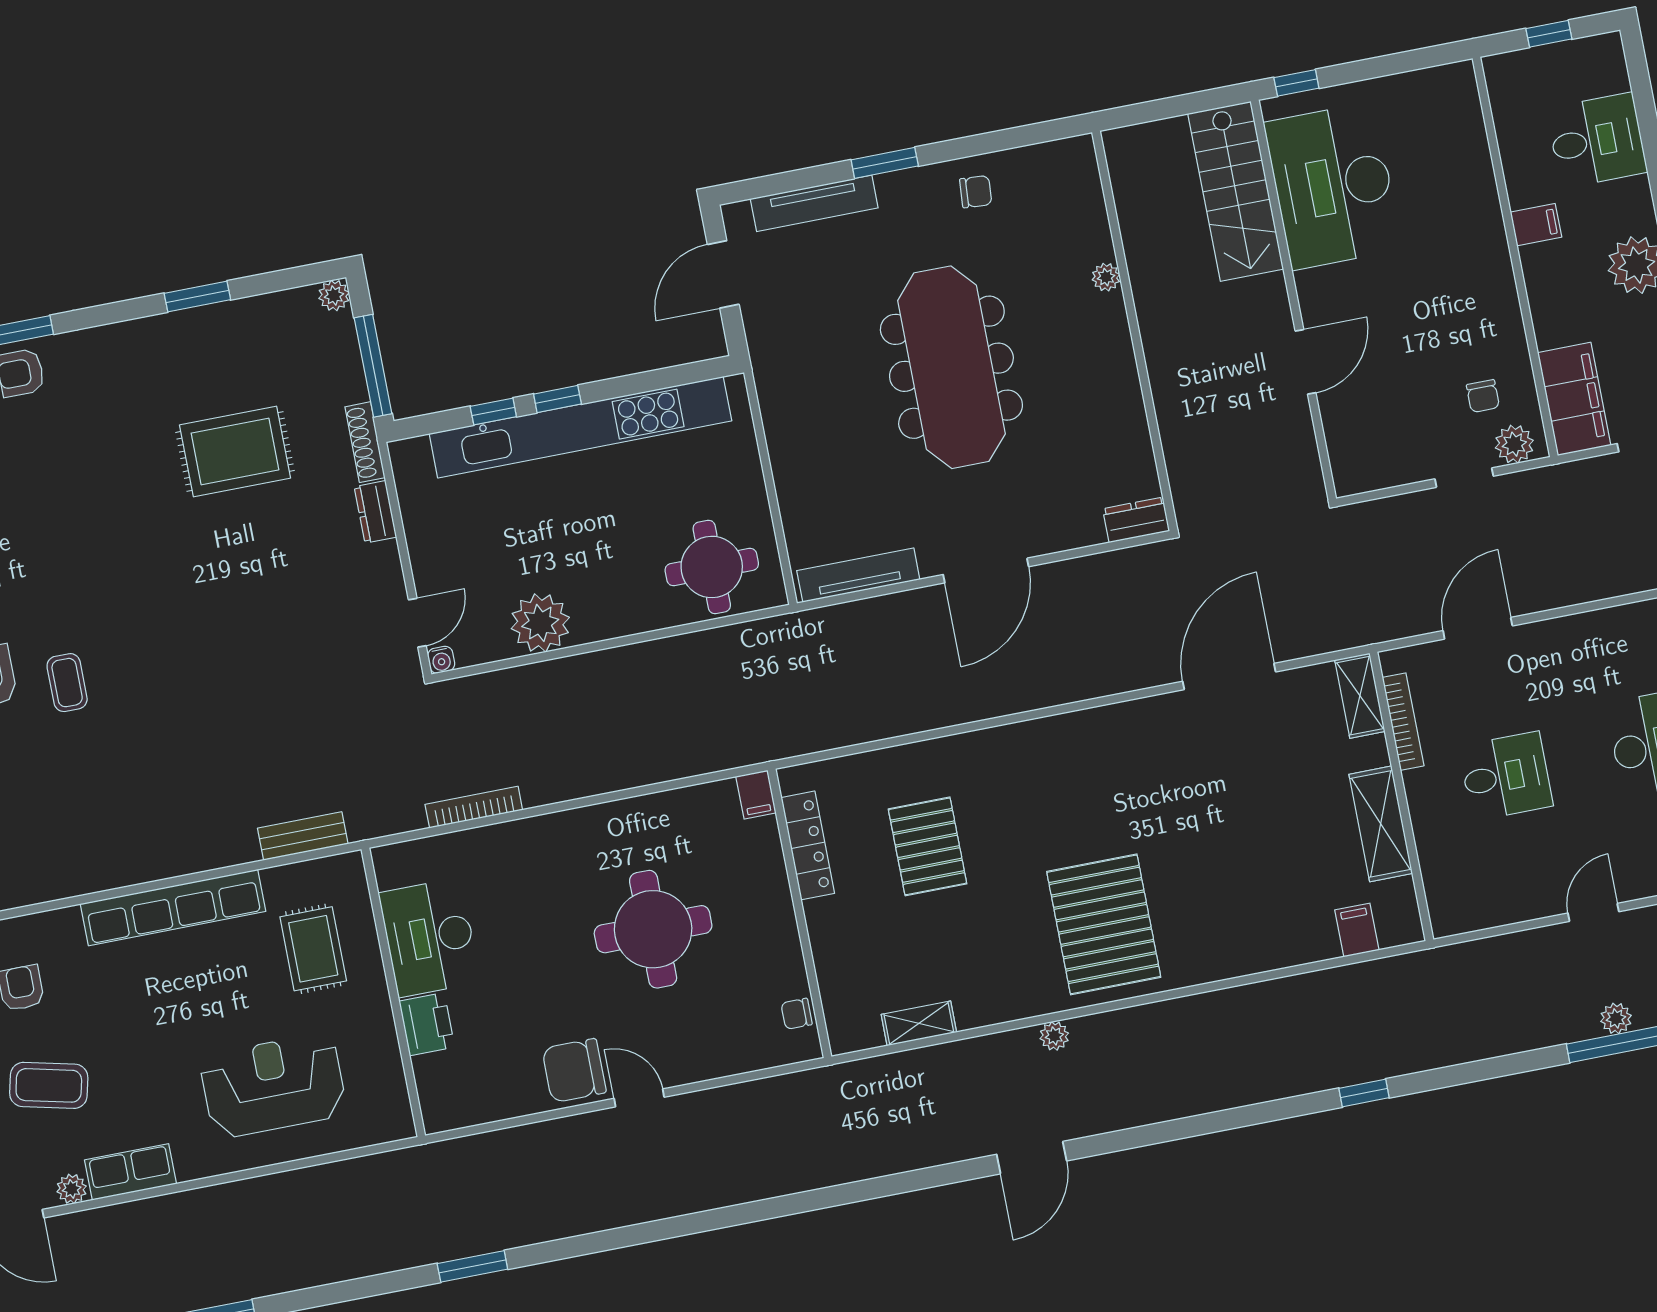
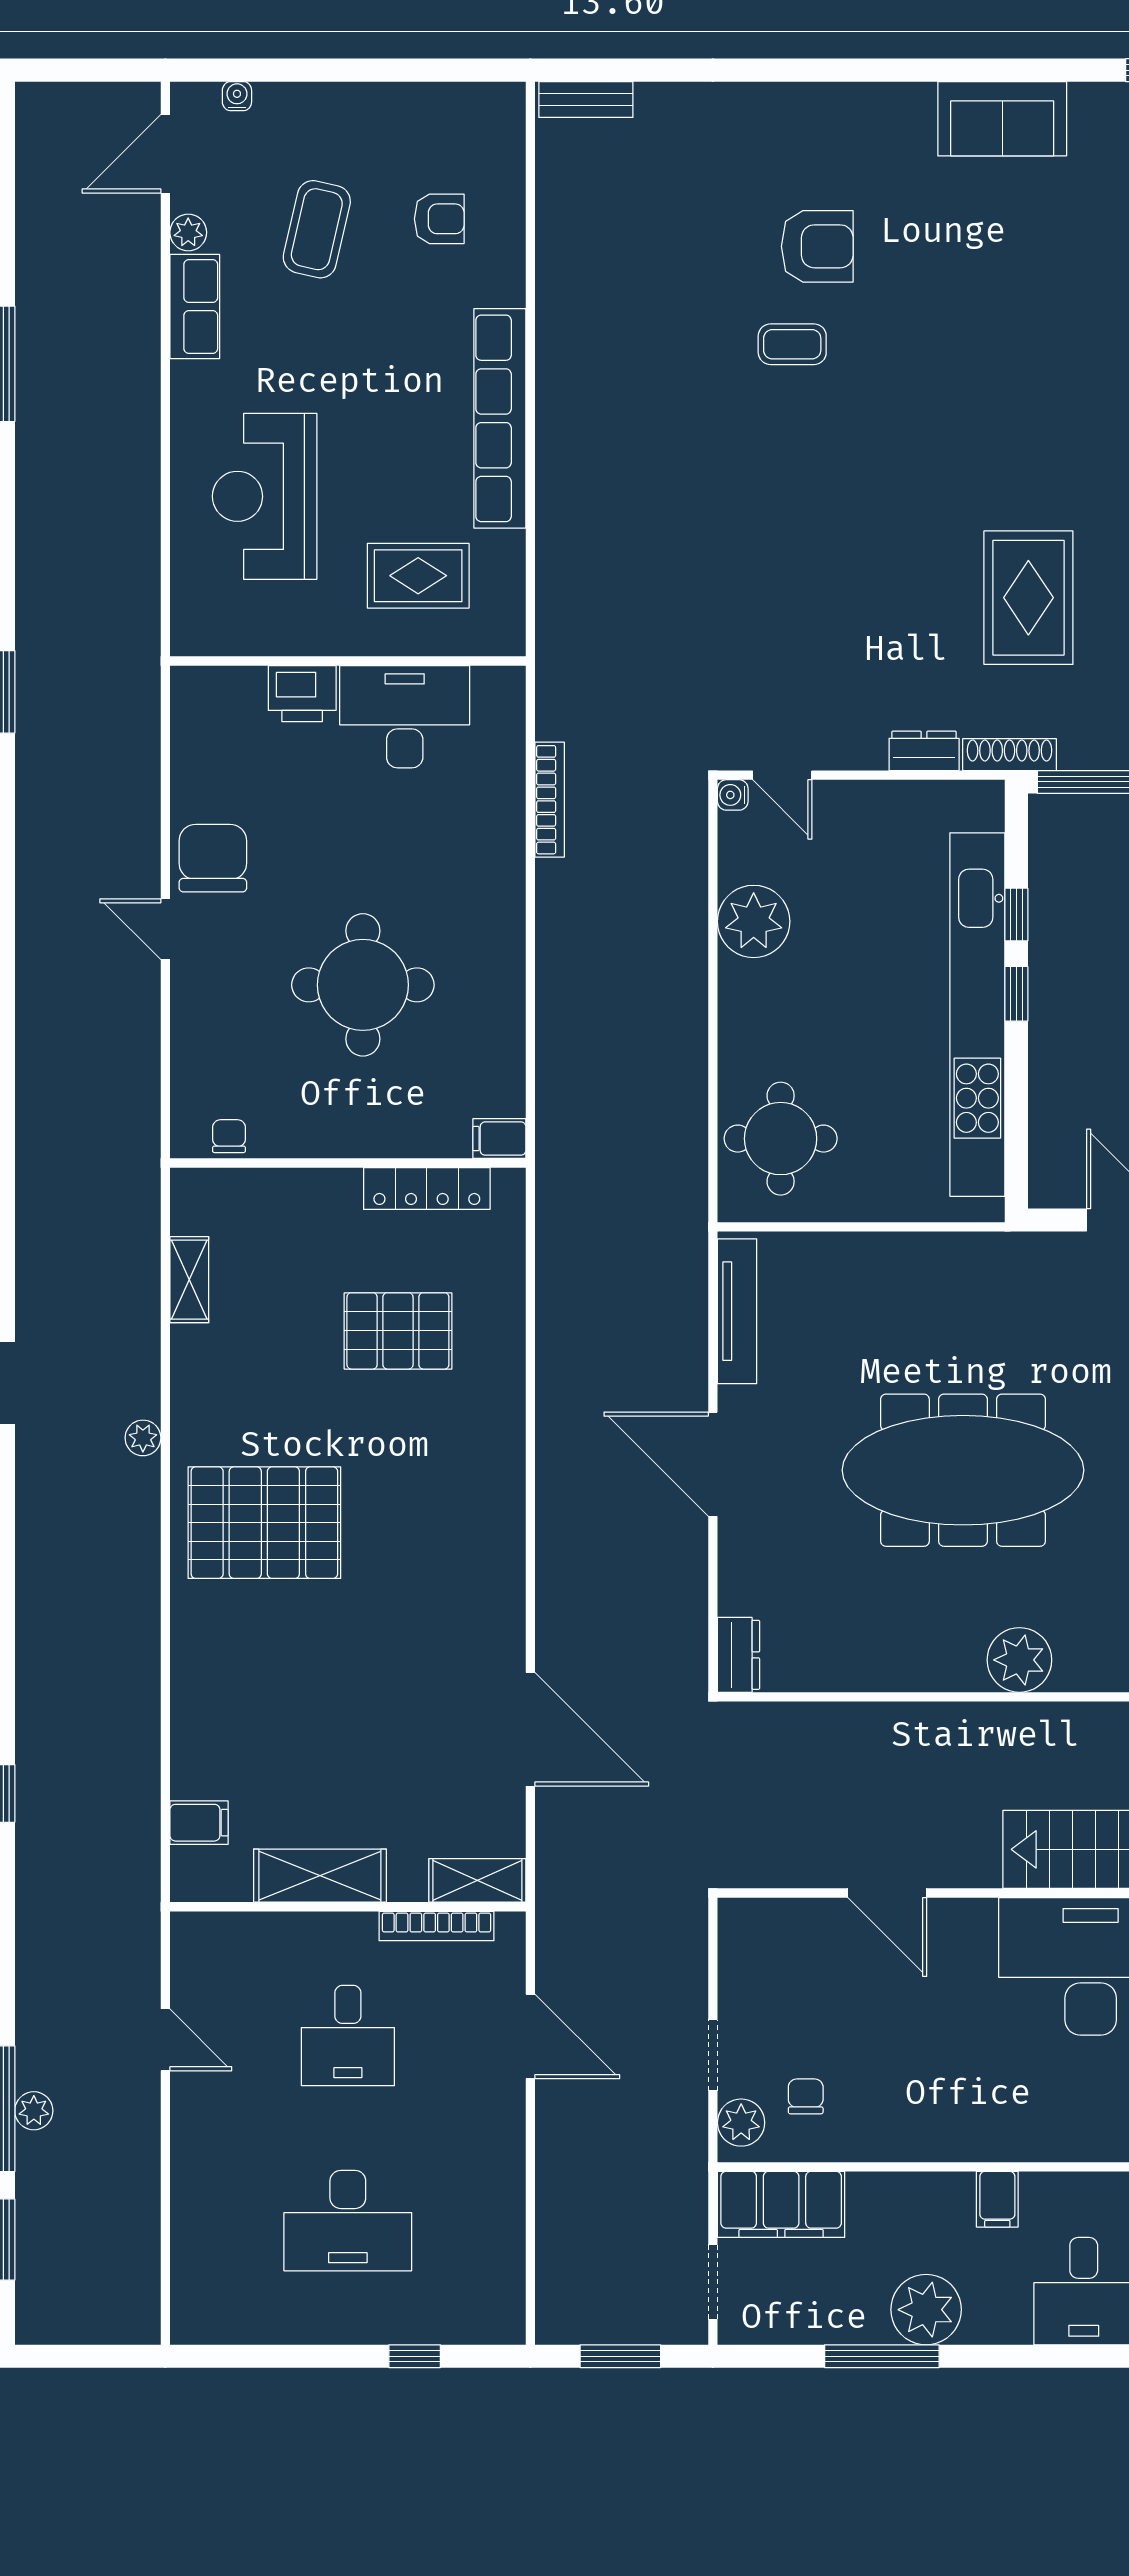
plant: (1106, 277) -> (1019, 1660), width x1.87, depth x1.87
chair: (1483, 396) -> (806, 2096), turned 90
bench: (303, 836) -> (555, 589), removed
door: (1593, 912) -> (165, 2040), moved
reception desk: (273, 1086) -> (265, 496), turned 180
door: (639, 1098) -> (165, 929), swing flipped

